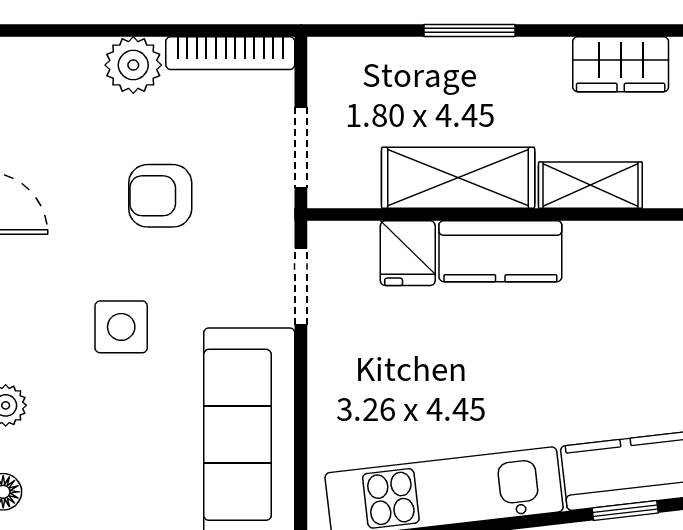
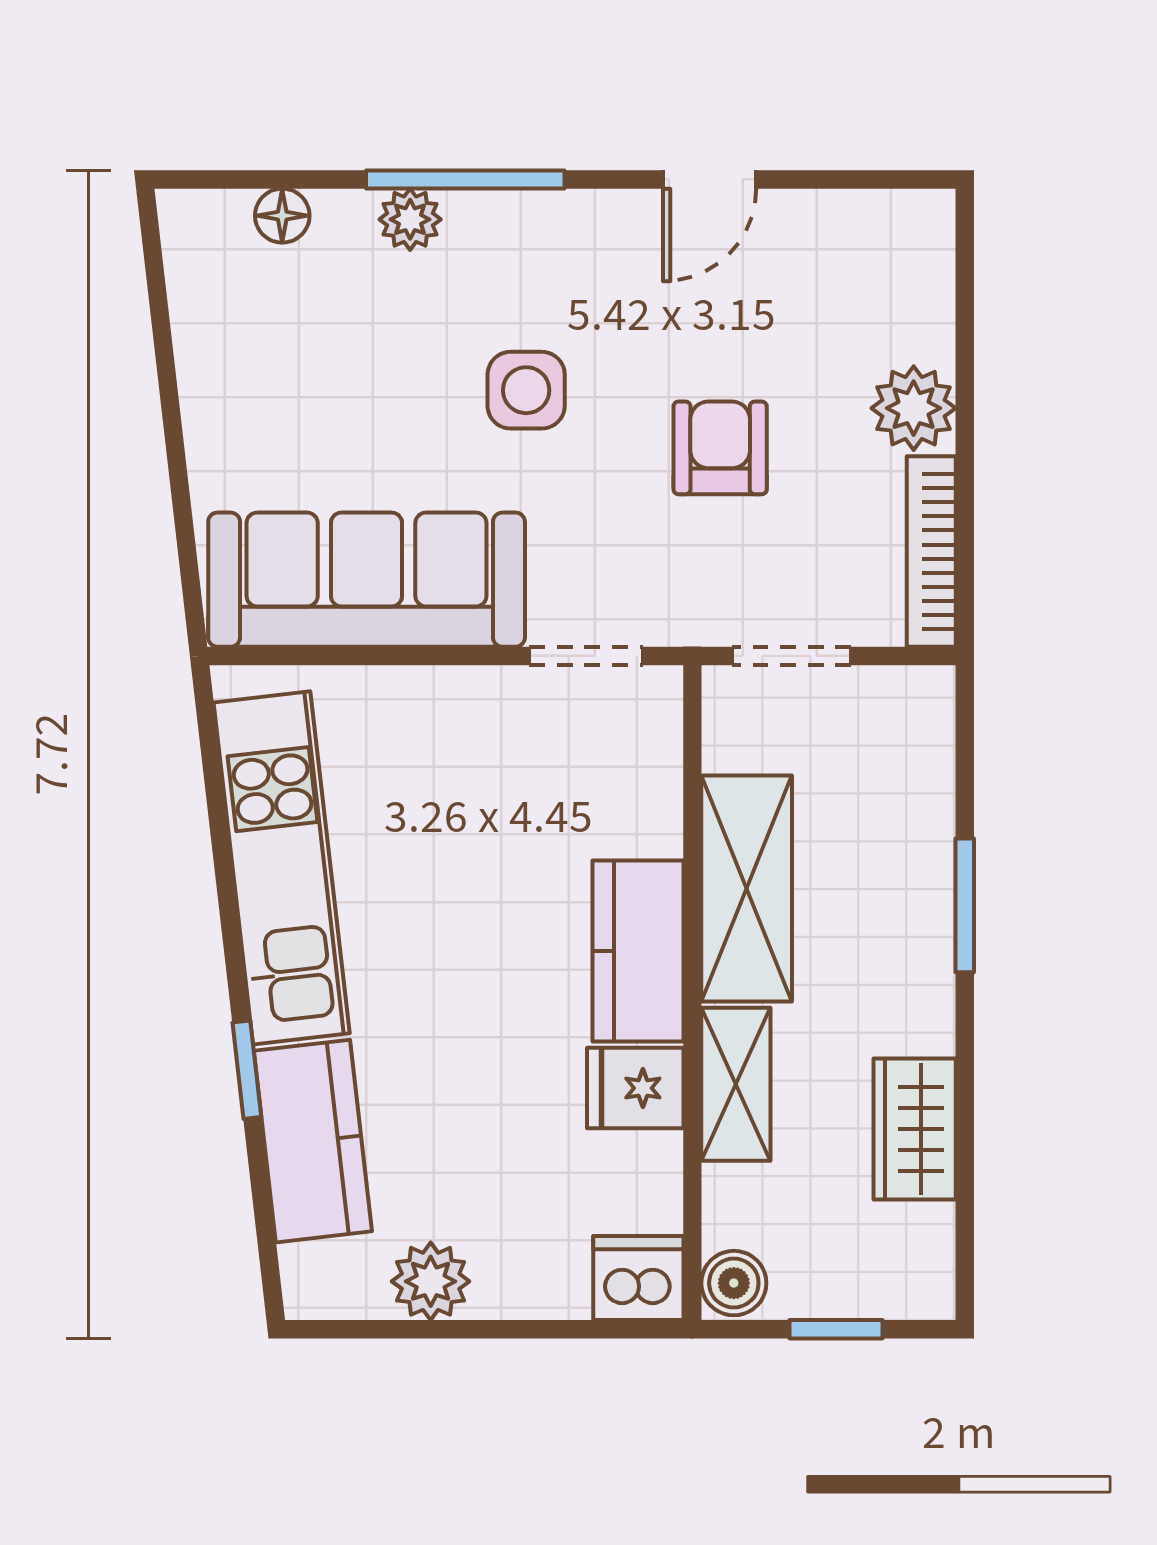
fridge: (408, 253) -> (635, 1088), moved
window: (625, 511) -> (247, 1070), moved

